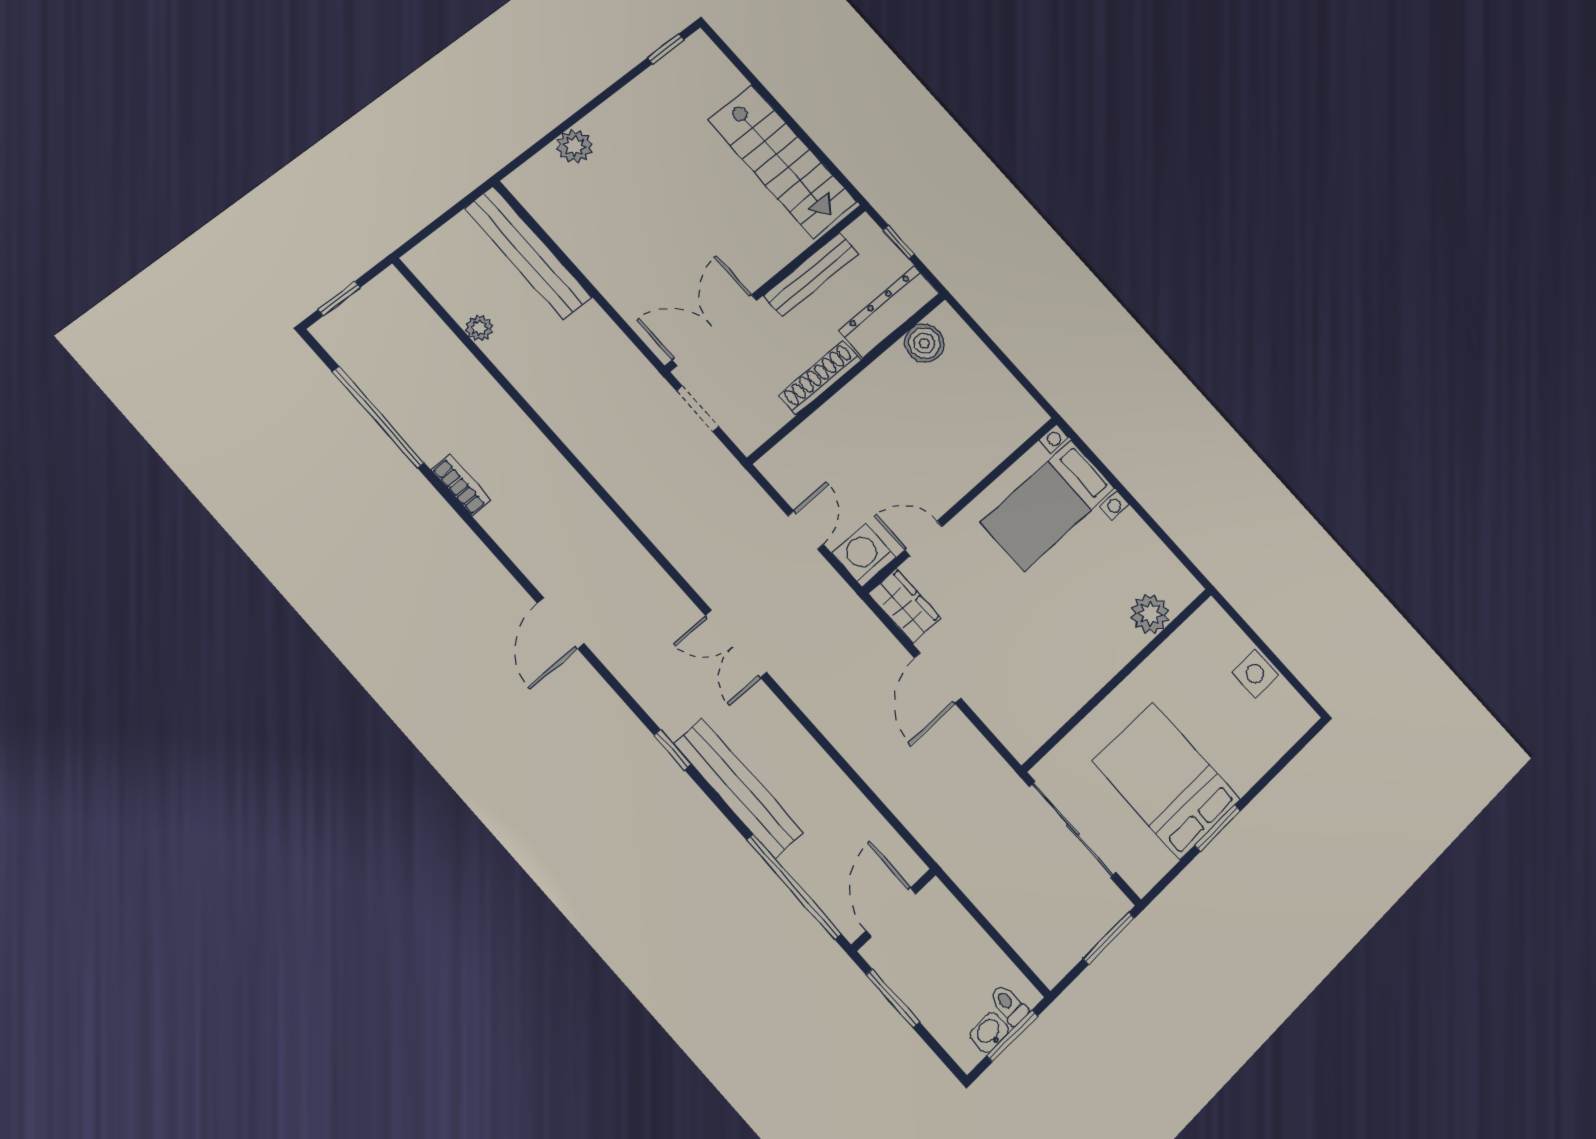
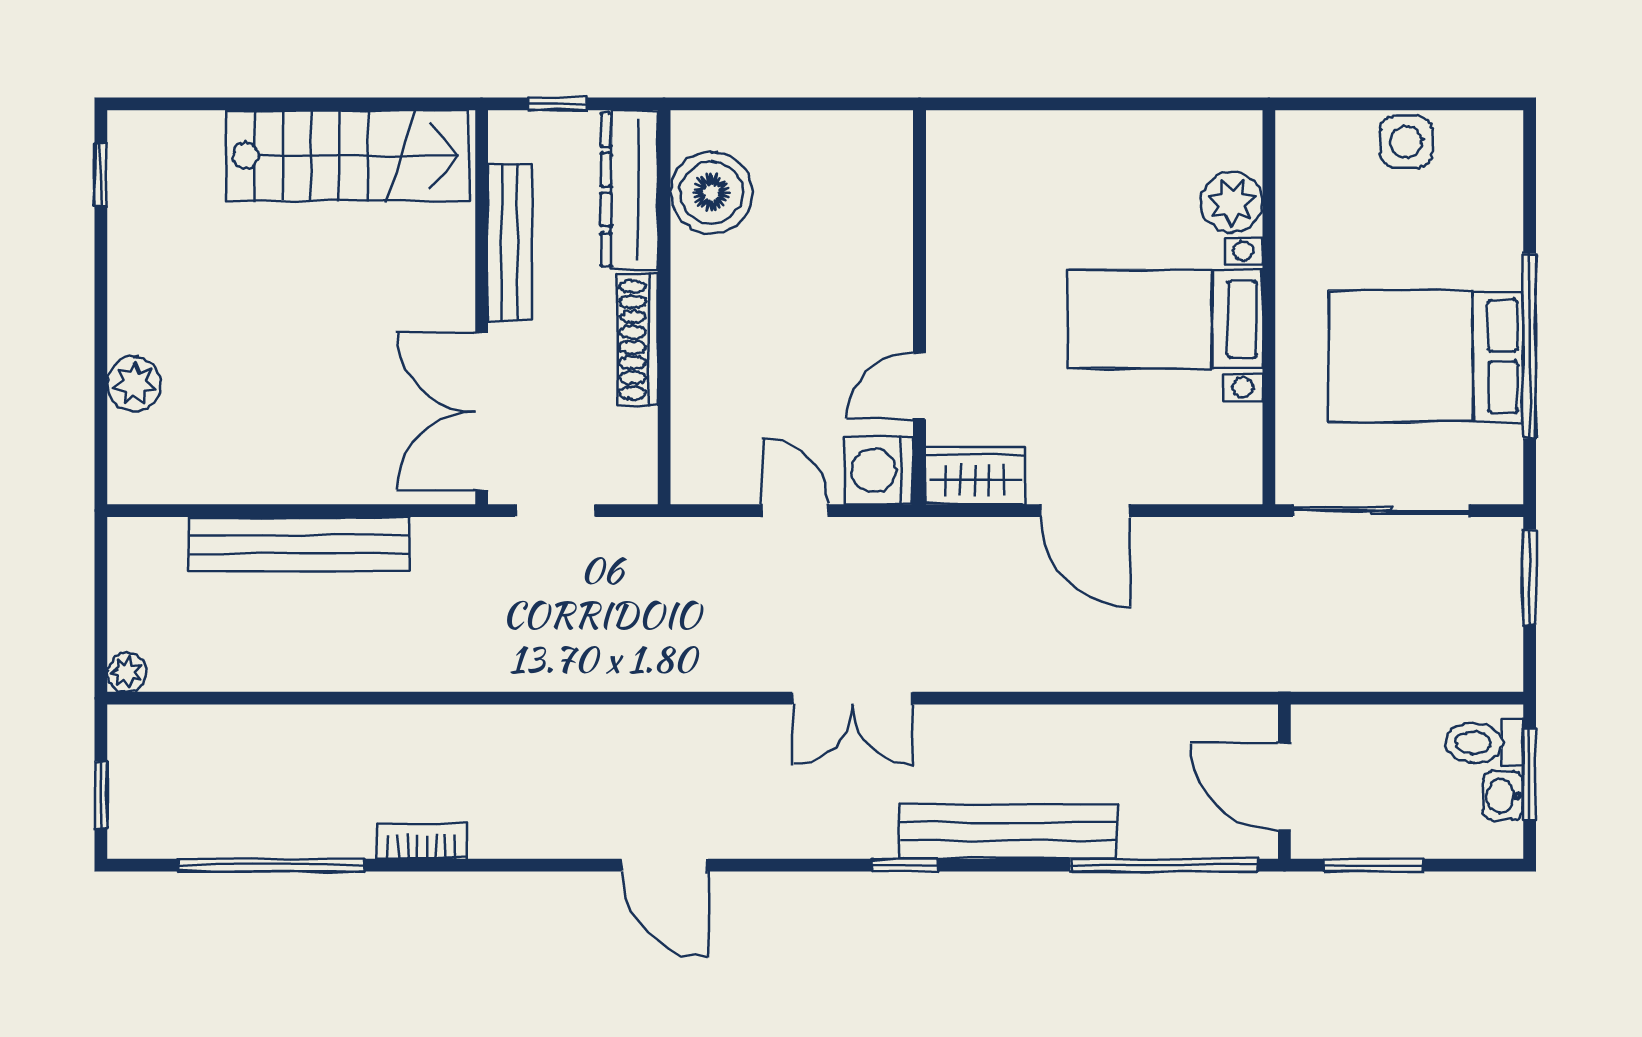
bench: (528, 253) -> (299, 544), moved
plant: (479, 328) -> (127, 672), moved
boiler: (924, 343) -> (711, 193), width x1.37, depth x1.37
bed with nightstands: (1048, 505) -> (1165, 319), moved, turned 90
window: (1218, 828) -> (1530, 346), width x2.11
toilet: (1009, 1005) -> (1484, 743), width x1.37, depth x1.39

